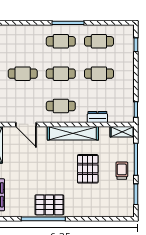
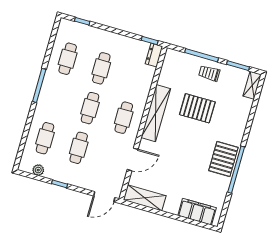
cafe table: (61, 41) -> (45, 138), moved
dresser: (97, 117) -> (154, 55), moved
shelving: (122, 132) -> (252, 85), moved

